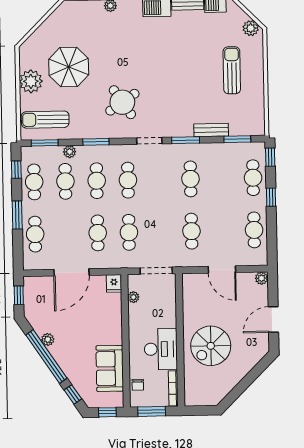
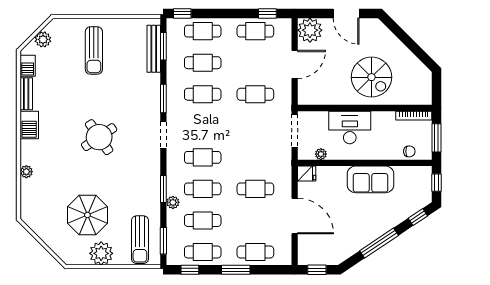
plant: (251, 28) -> (43, 39), moved
sun lounger: (232, 70) -> (94, 51), turned -90
round table: (122, 102) -> (99, 137), moved
bench: (211, 130) -> (154, 49), moved, width x1.36
plant: (70, 152) -> (173, 202), moved
window: (271, 197) -> (267, 13), moved
cafe table: (129, 232) -> (203, 63), moved
plant: (262, 278) -> (310, 30), width x1.87, depth x1.87
plant: (48, 339) -> (362, 241), removed
desk: (161, 349) -> (350, 127), moved
window: (46, 356) -> (379, 243), width x0.68
sofa: (110, 368) -> (371, 179), moved

